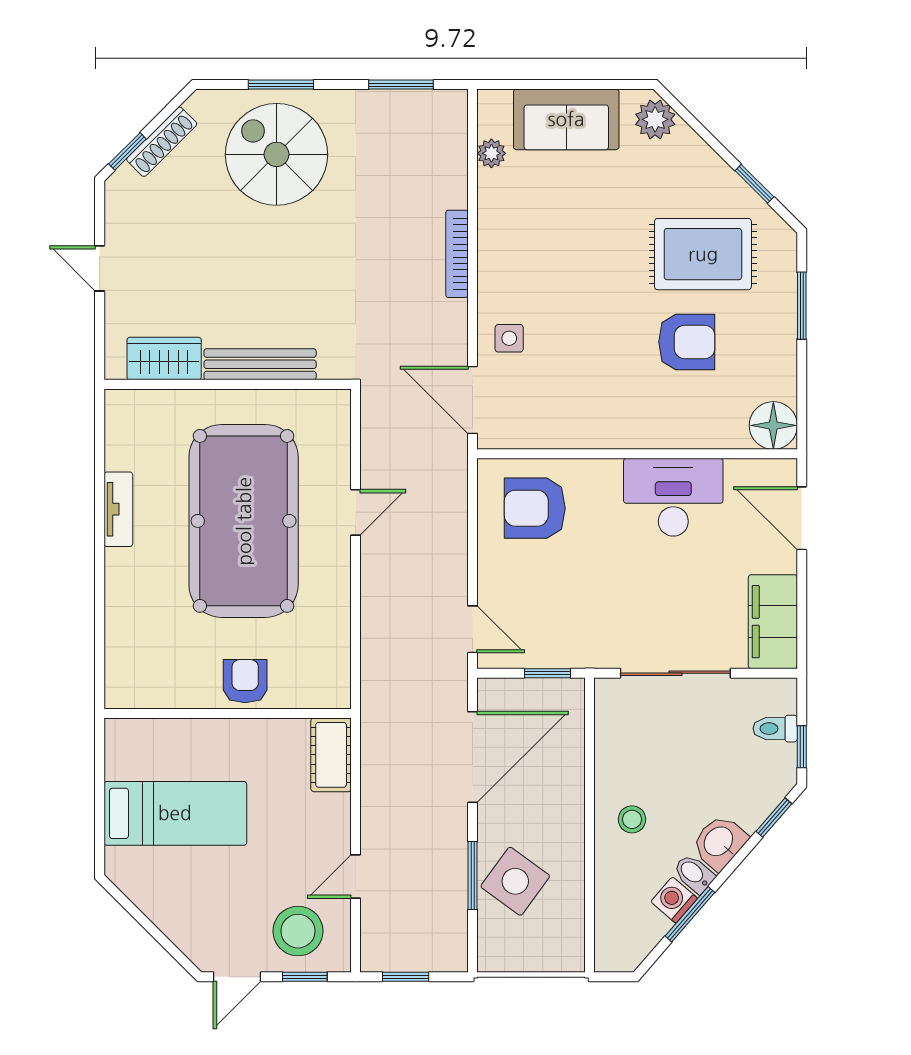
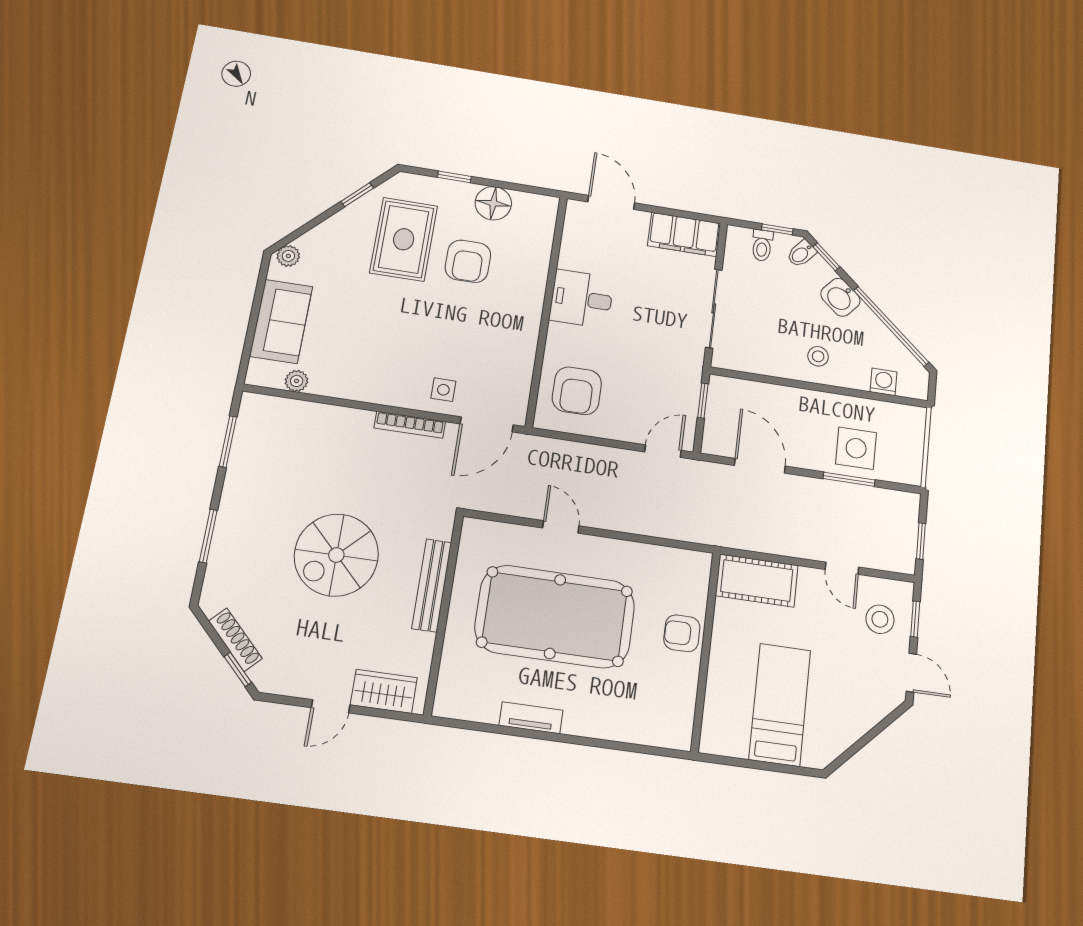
plant: (655, 119) -> (288, 256), width x0.73, depth x0.73
spiral stairs: (276, 154) -> (336, 555), moved
bookcase: (457, 254) -> (410, 425), moved
window: (802, 306) -> (454, 177), width x0.67
armchair: (687, 342) -> (468, 261), turned 180
wardrobe: (164, 359) -> (384, 691), moved, turned 90
floor lamp: (773, 425) -> (493, 203), moved
desk: (673, 497) -> (582, 299), width x0.73
door: (802, 518) -> (611, 202), swing flipped
cot: (331, 755) -> (757, 581), width x1.37, depth x1.34
door: (473, 757) -> (760, 466), width x0.73
bidet: (694, 874) -> (801, 254), moved
side table: (515, 881) -> (856, 448), turned -36
washing machine: (674, 900) -> (884, 382), moved, turned 139
window: (690, 914) -> (891, 326), width x2.11
stool: (298, 931) -> (880, 619), width x0.73, depth x0.73

